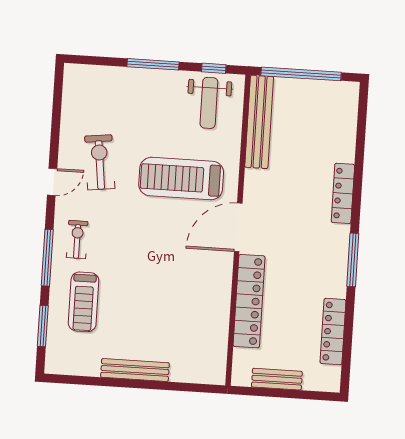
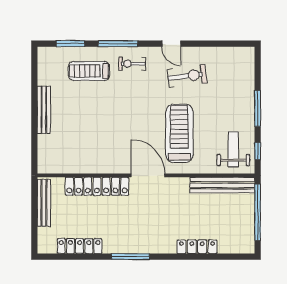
weight bench: (209, 103) -> (233, 149), turned 90
locker: (343, 193) -> (197, 247), moved
exercise bike: (77, 240) -> (132, 64), turned 180
bench: (277, 379) -> (44, 203), width x1.36

